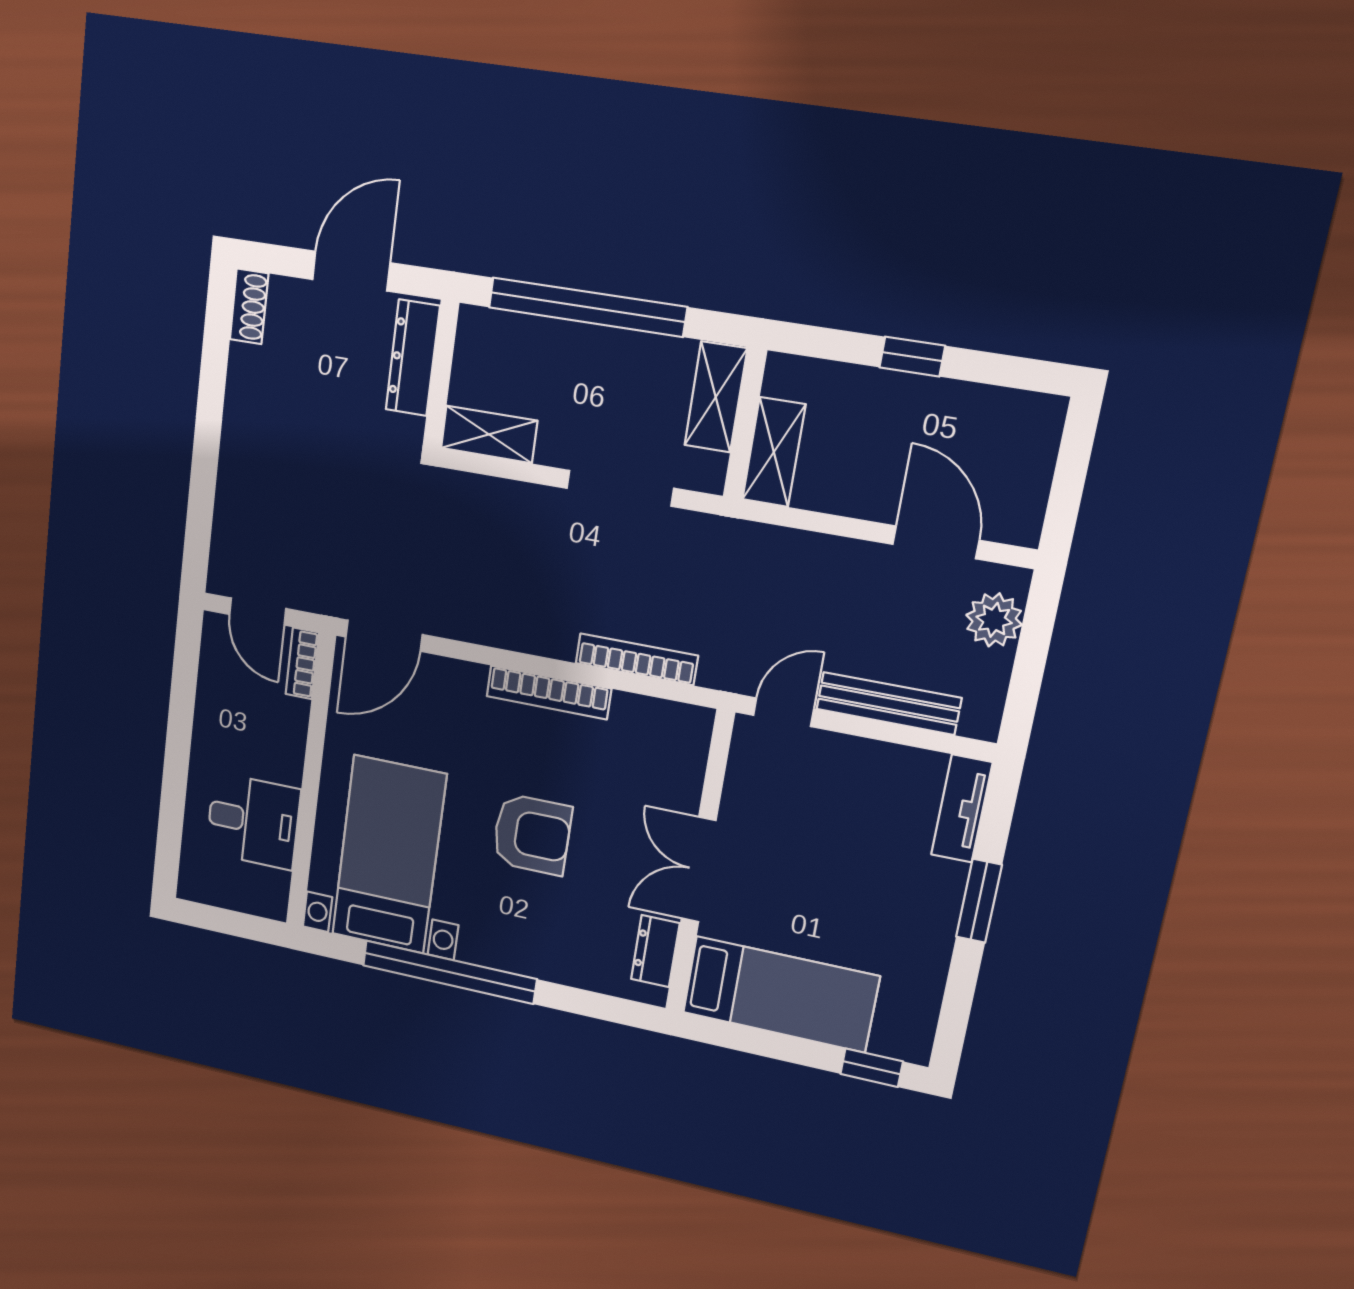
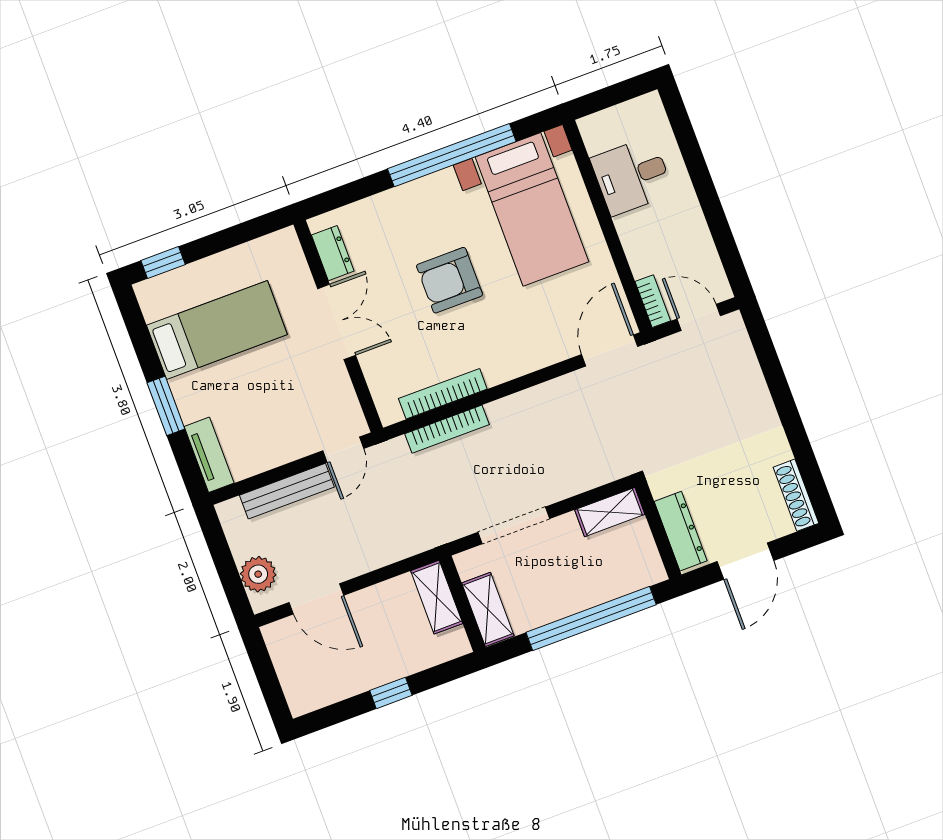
shoe rack: (249, 306) -> (796, 495), width x1.43
bookcase: (549, 692) -> (443, 394), moved
bed: (780, 994) -> (217, 330), moved, turned 180

